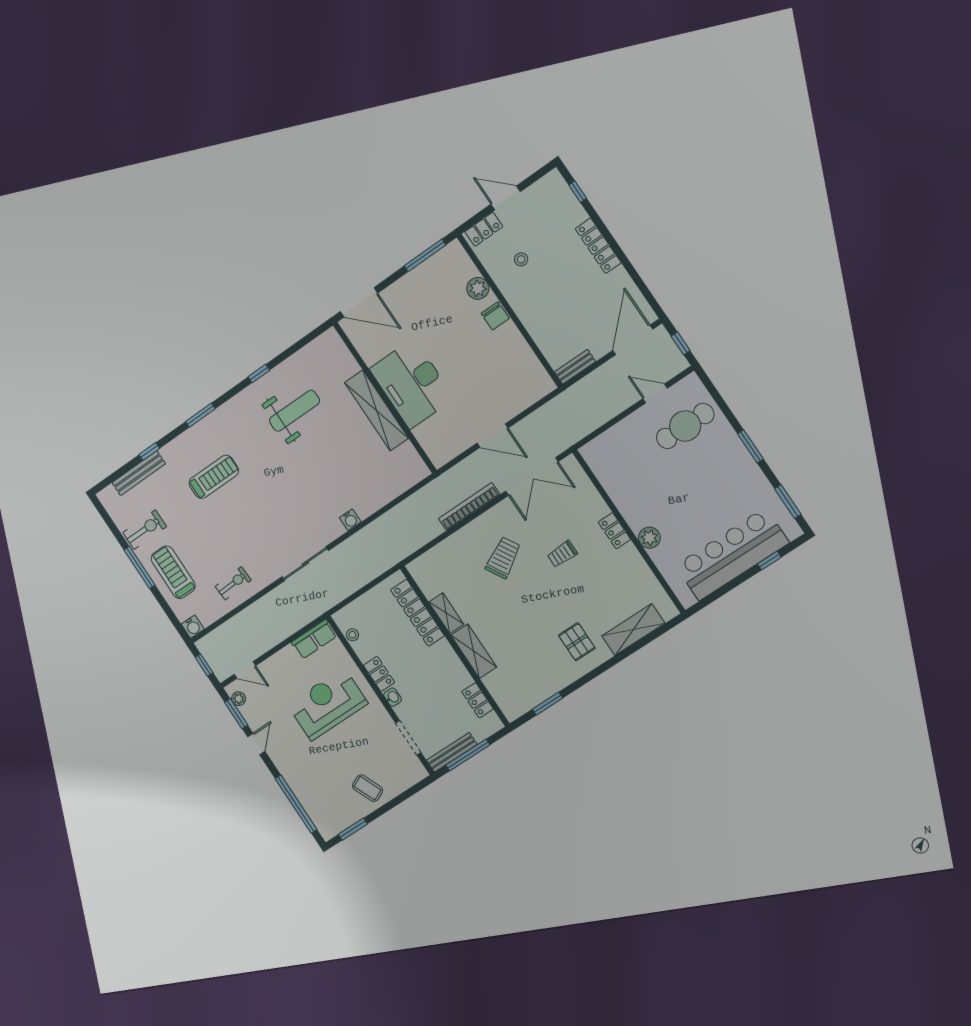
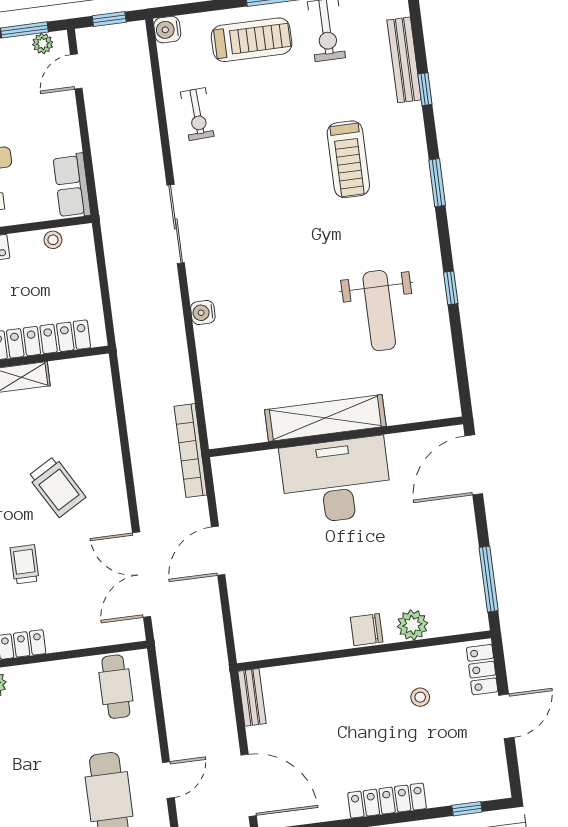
cafe table: (612, 457) -> (116, 687), added
bookcase: (469, 507) -> (191, 451), moved, turned 180

